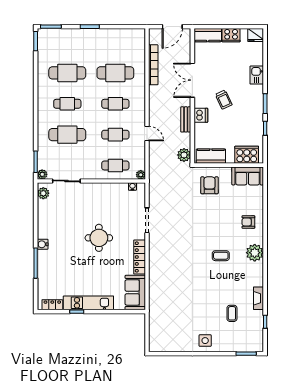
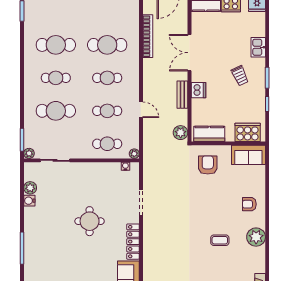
trolley: (224, 100) -> (240, 76), moved
plant: (43, 193) -> (30, 188), moved
water cooler: (43, 244) -> (29, 201), moved

